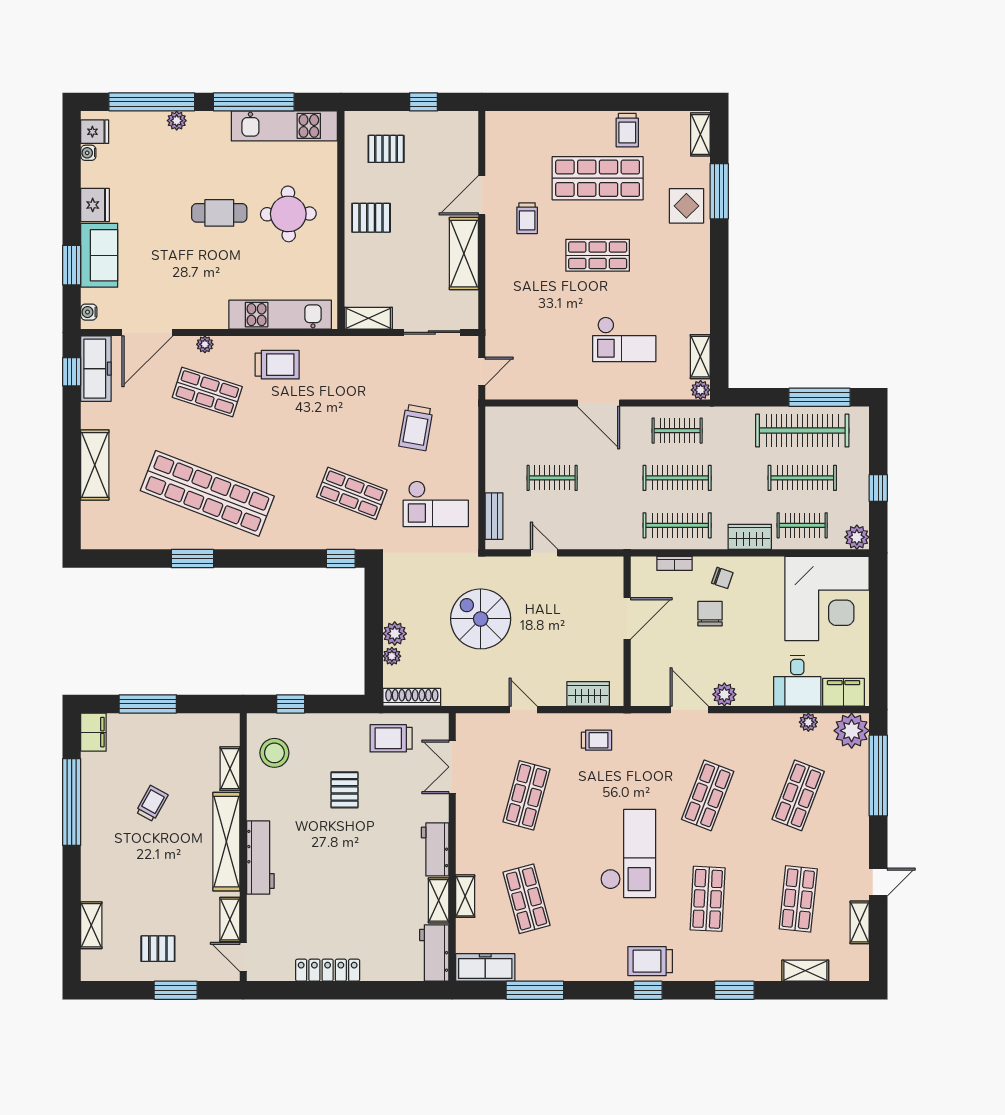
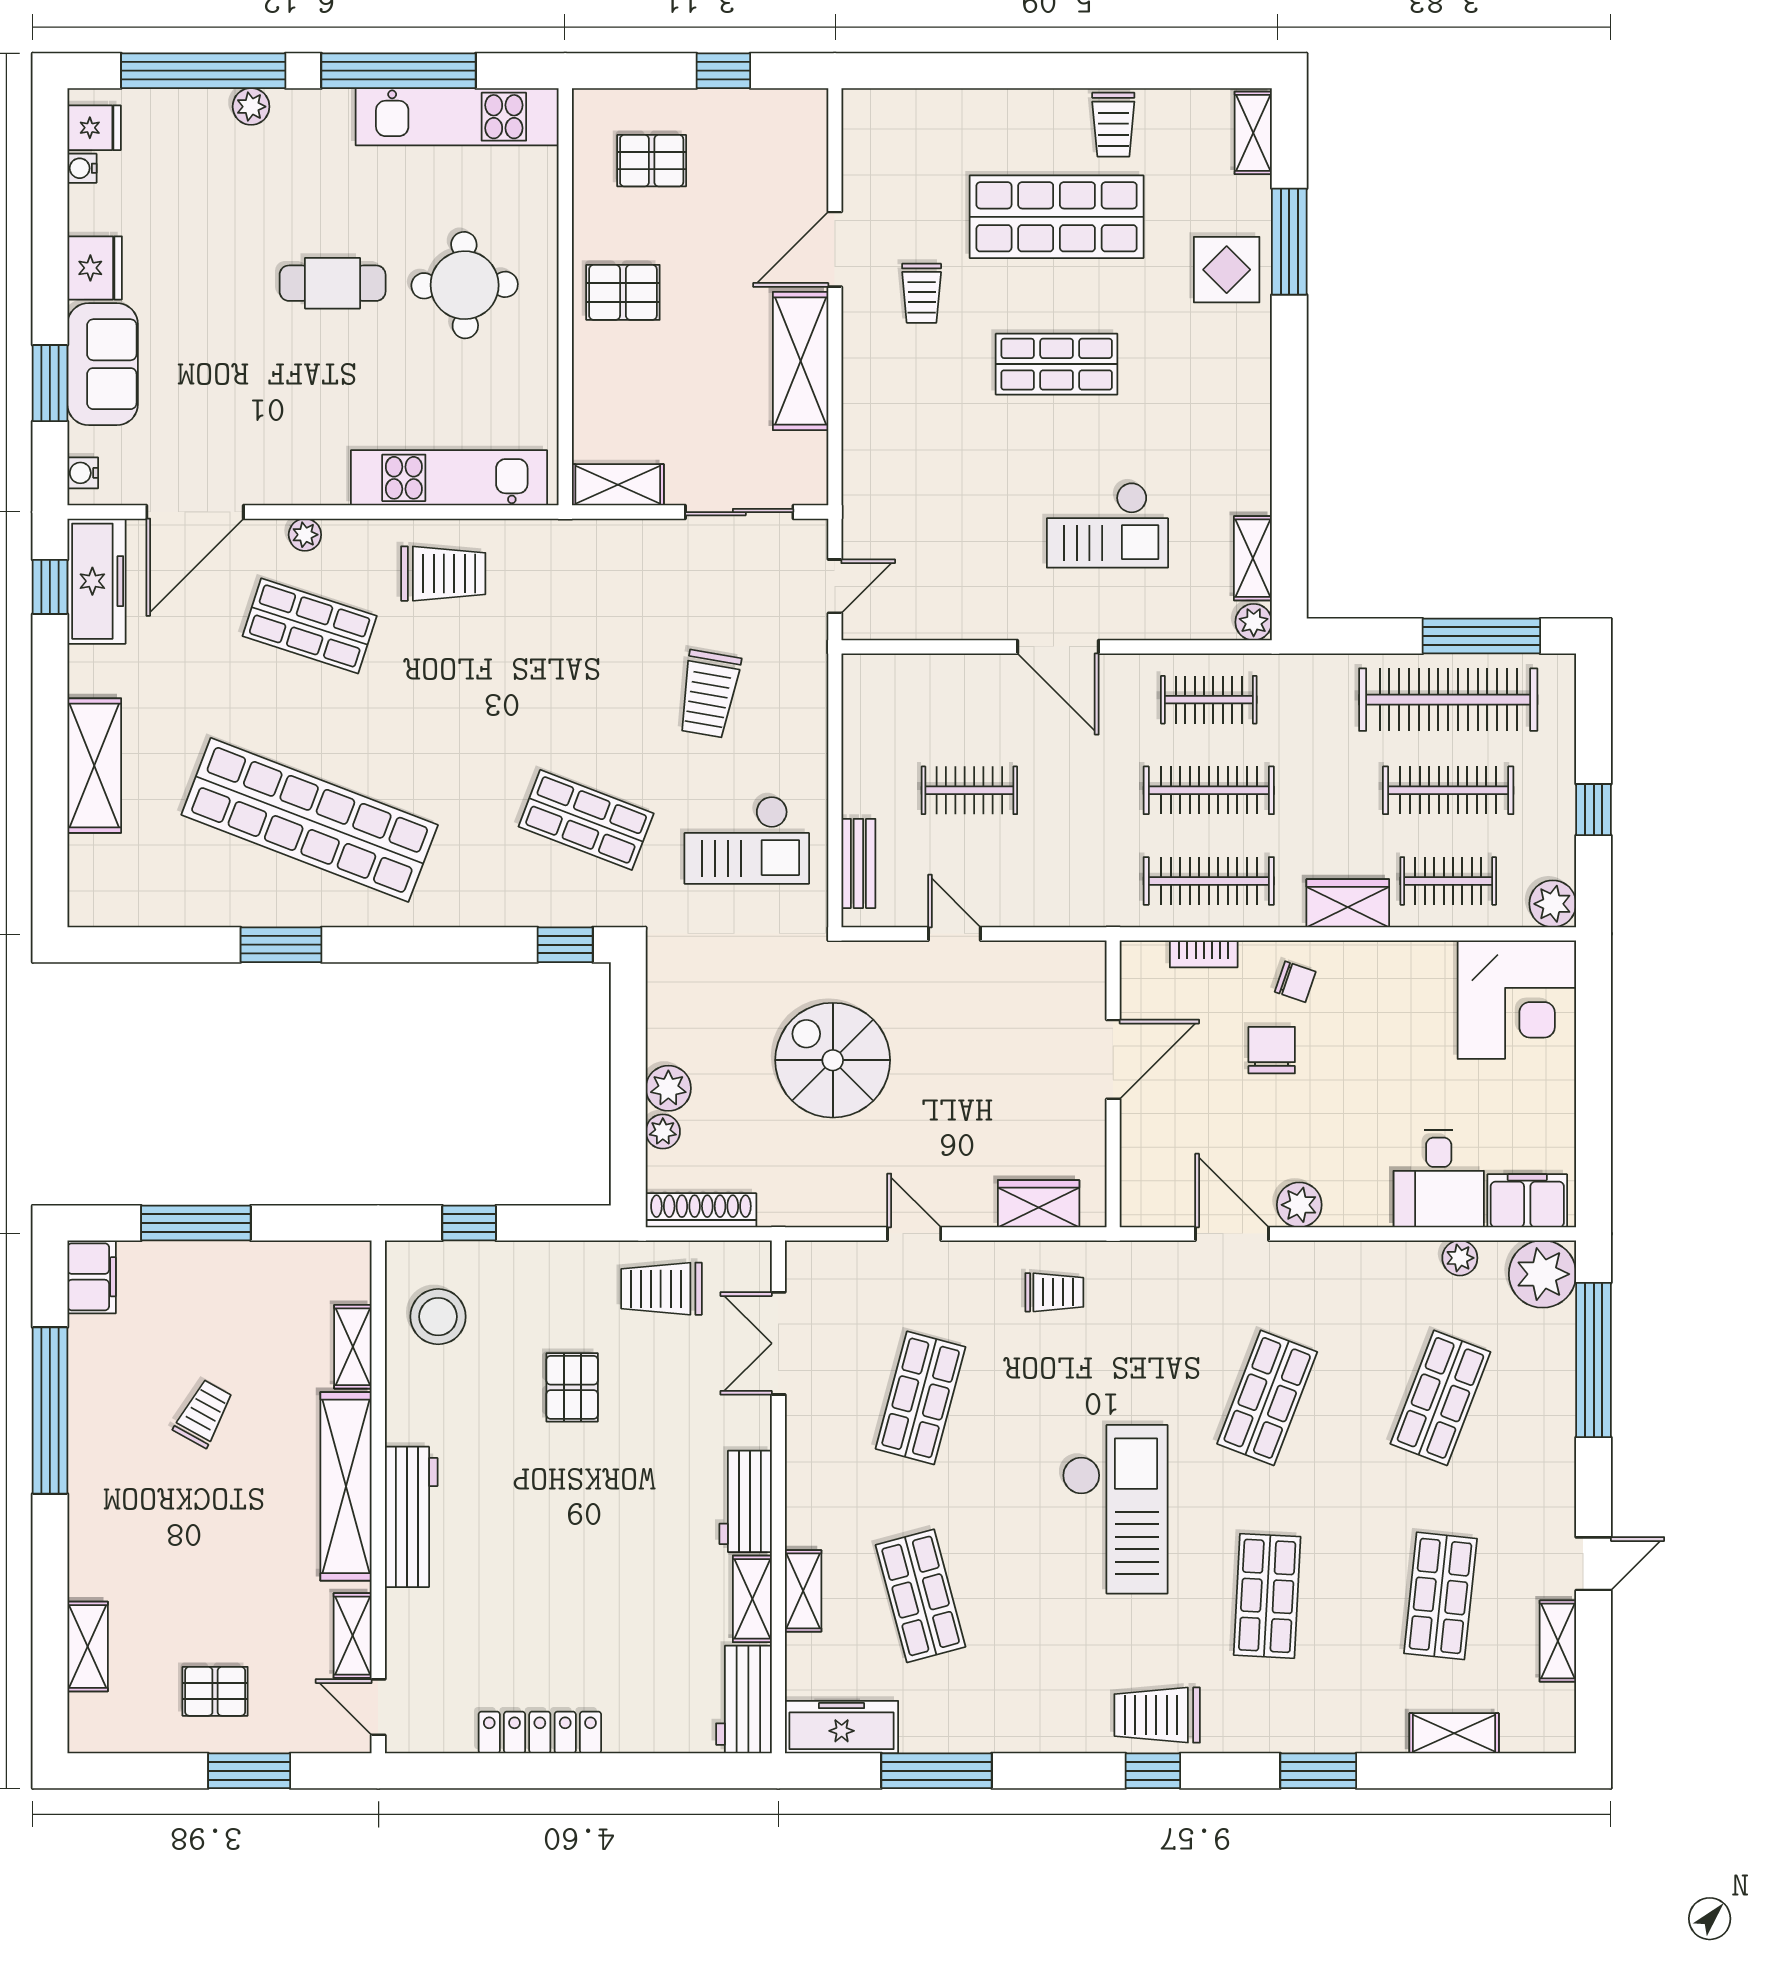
corner desk: (827, 598) -> (1517, 1000), width x0.74, depth x0.74

